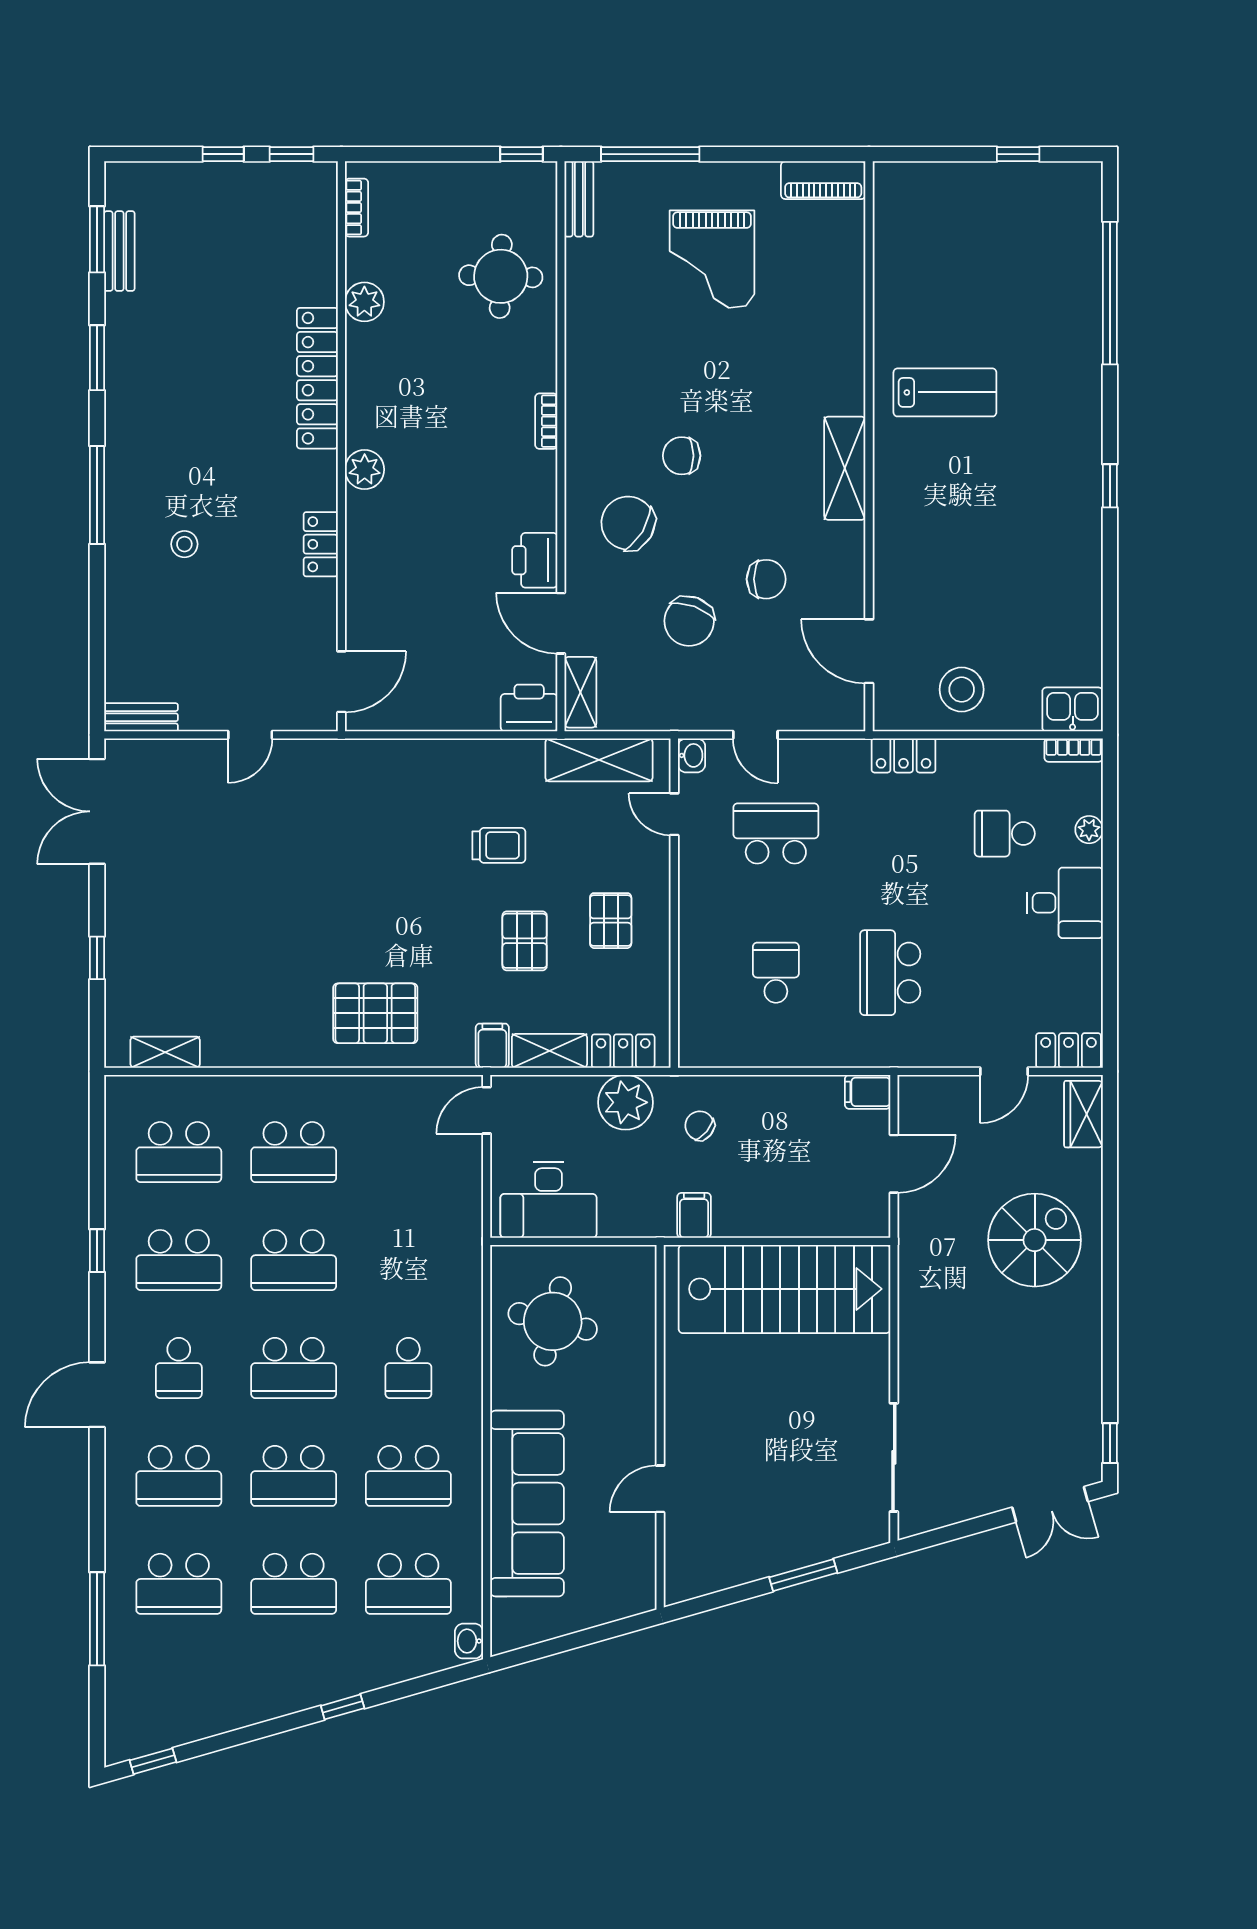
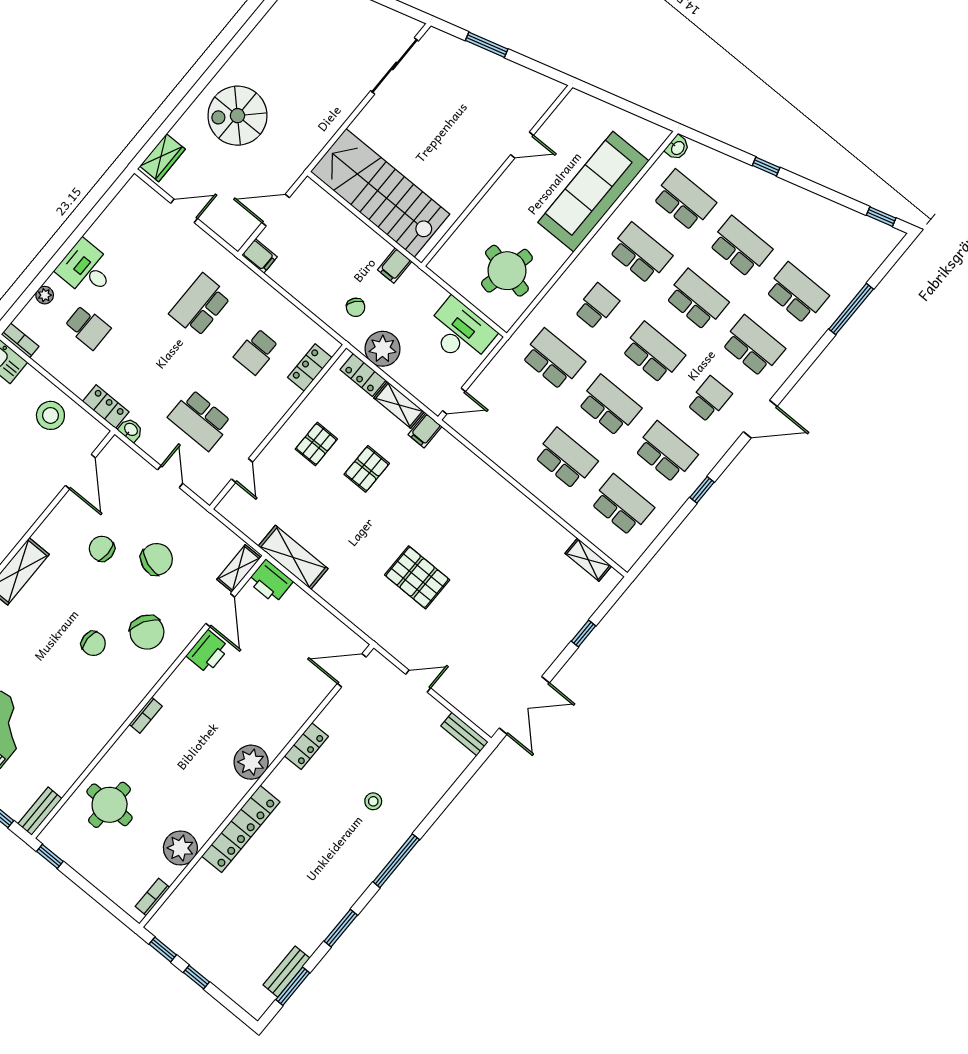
plant: (364, 302) -> (180, 848), width x1.36, depth x1.36
plant: (365, 470) -> (251, 762), width x1.36, depth x1.36
washbasin: (692, 755) -> (131, 430), moved, turned 90
shelving: (599, 760) -> (293, 557), moved
trolley: (499, 845) -> (341, 526), removed
school desk: (890, 973) -> (200, 305), turned 180
pallet: (375, 1013) -> (417, 577), moved
locker: (1069, 1050) -> (310, 368), moved, turned 90
school desk: (408, 1260) -> (553, 359), added

